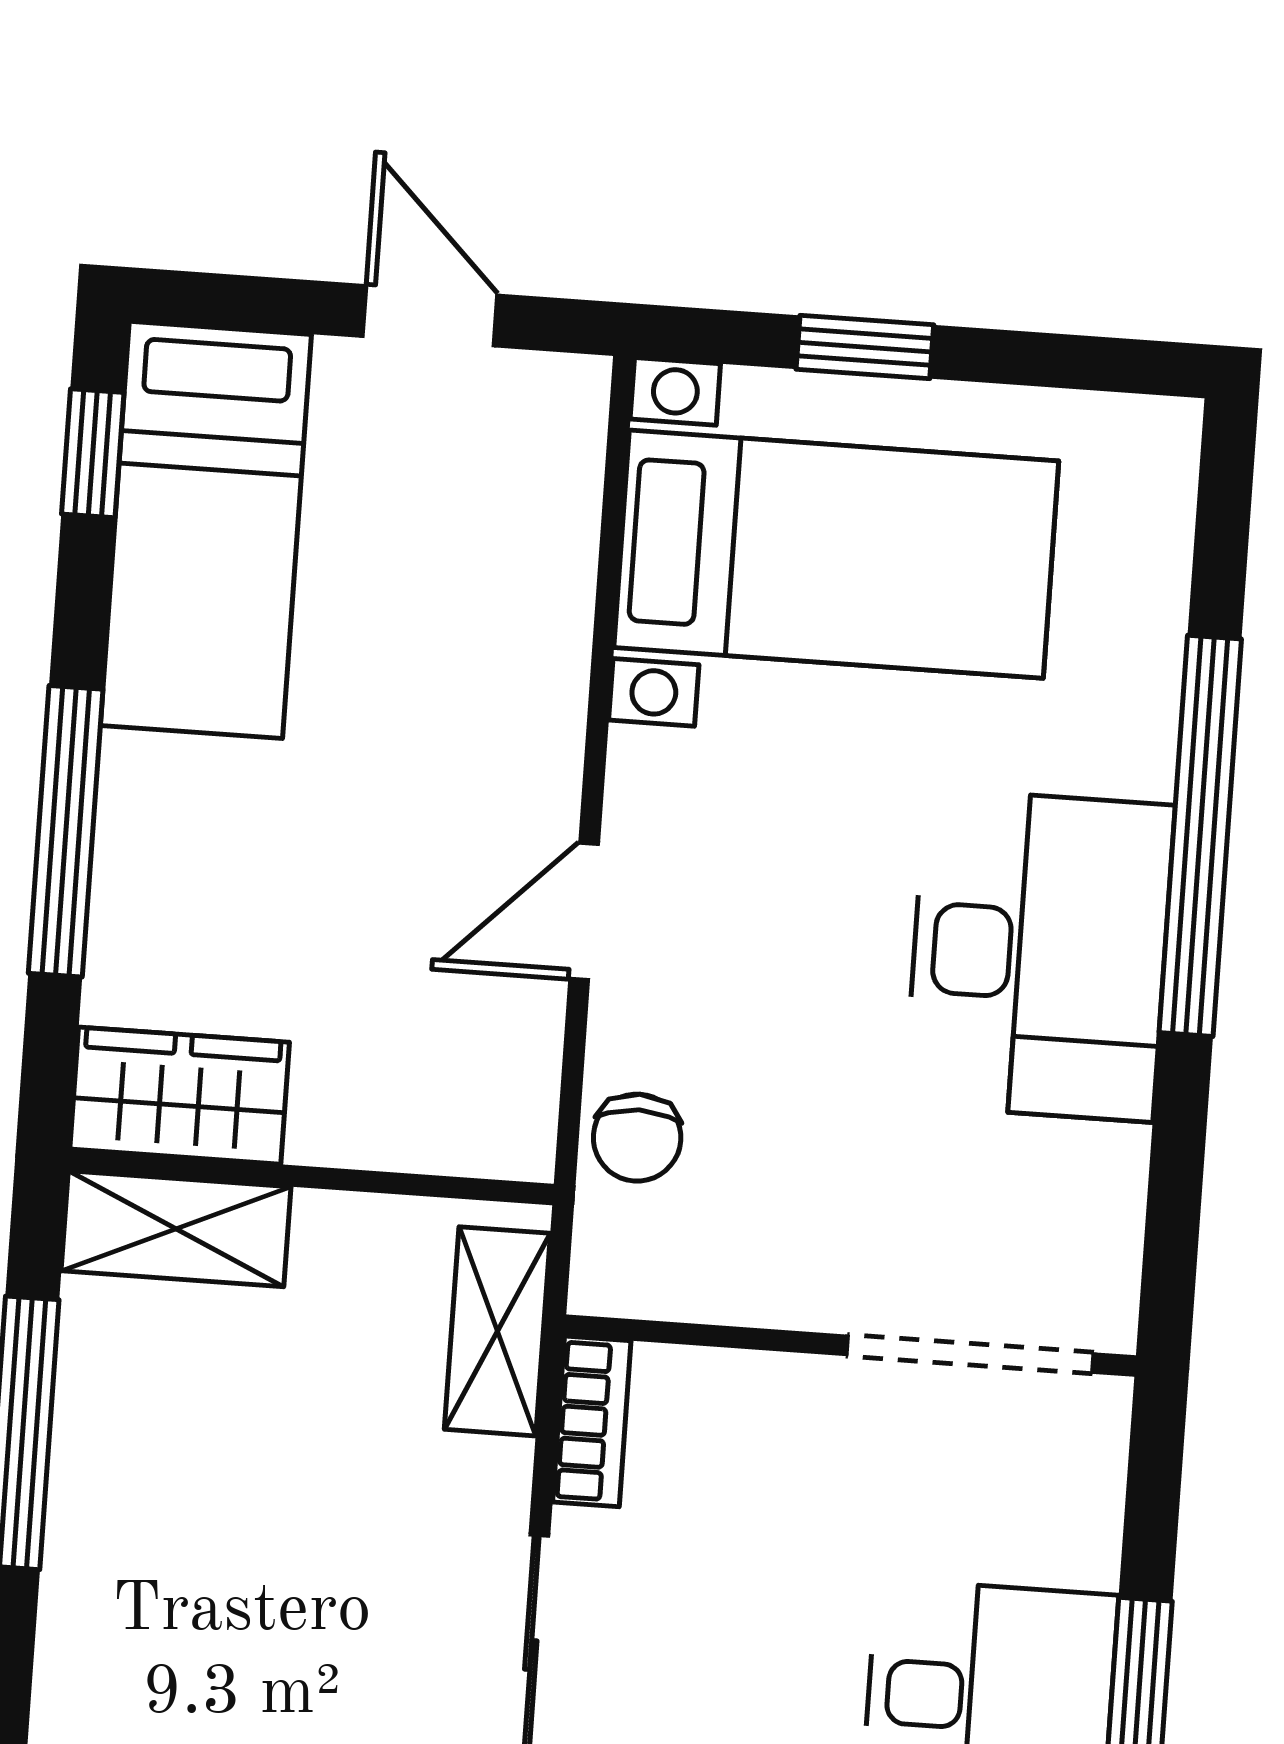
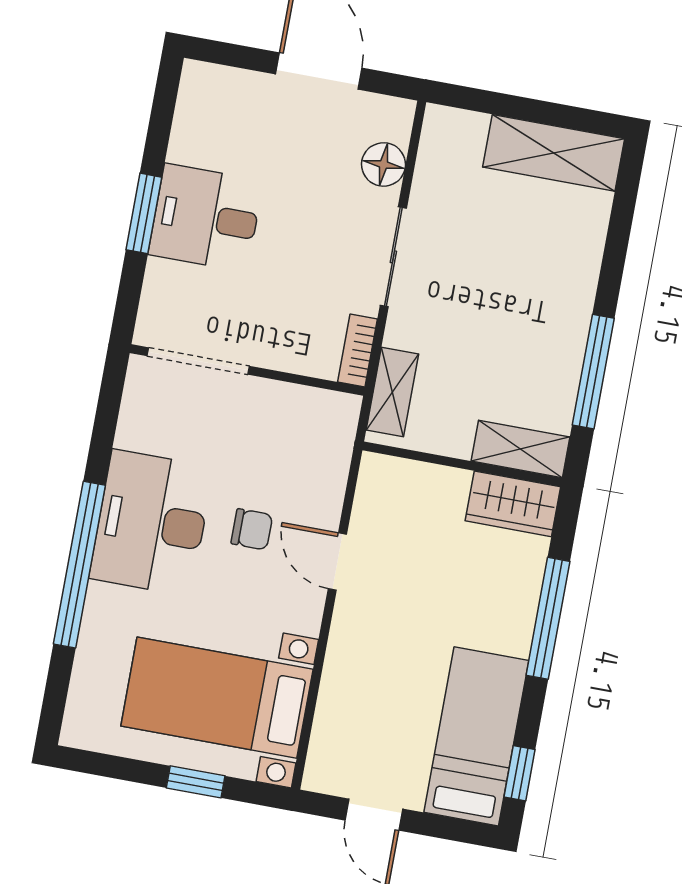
door: (584, 911) -> (337, 562), swing flipped
chair: (637, 1138) -> (252, 529), moved, turned 90

